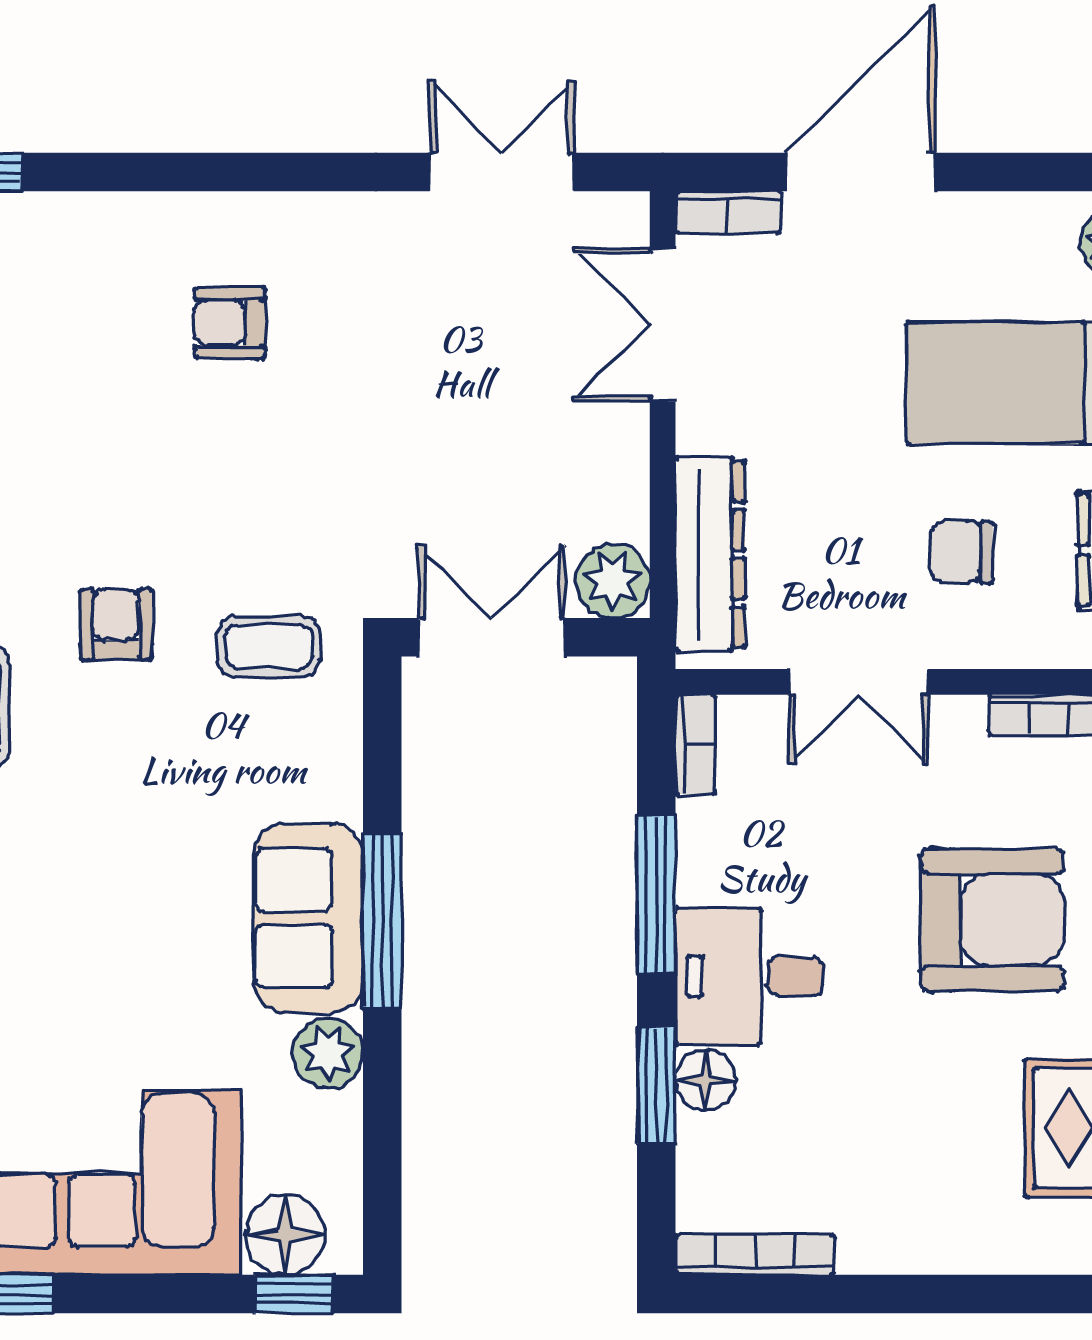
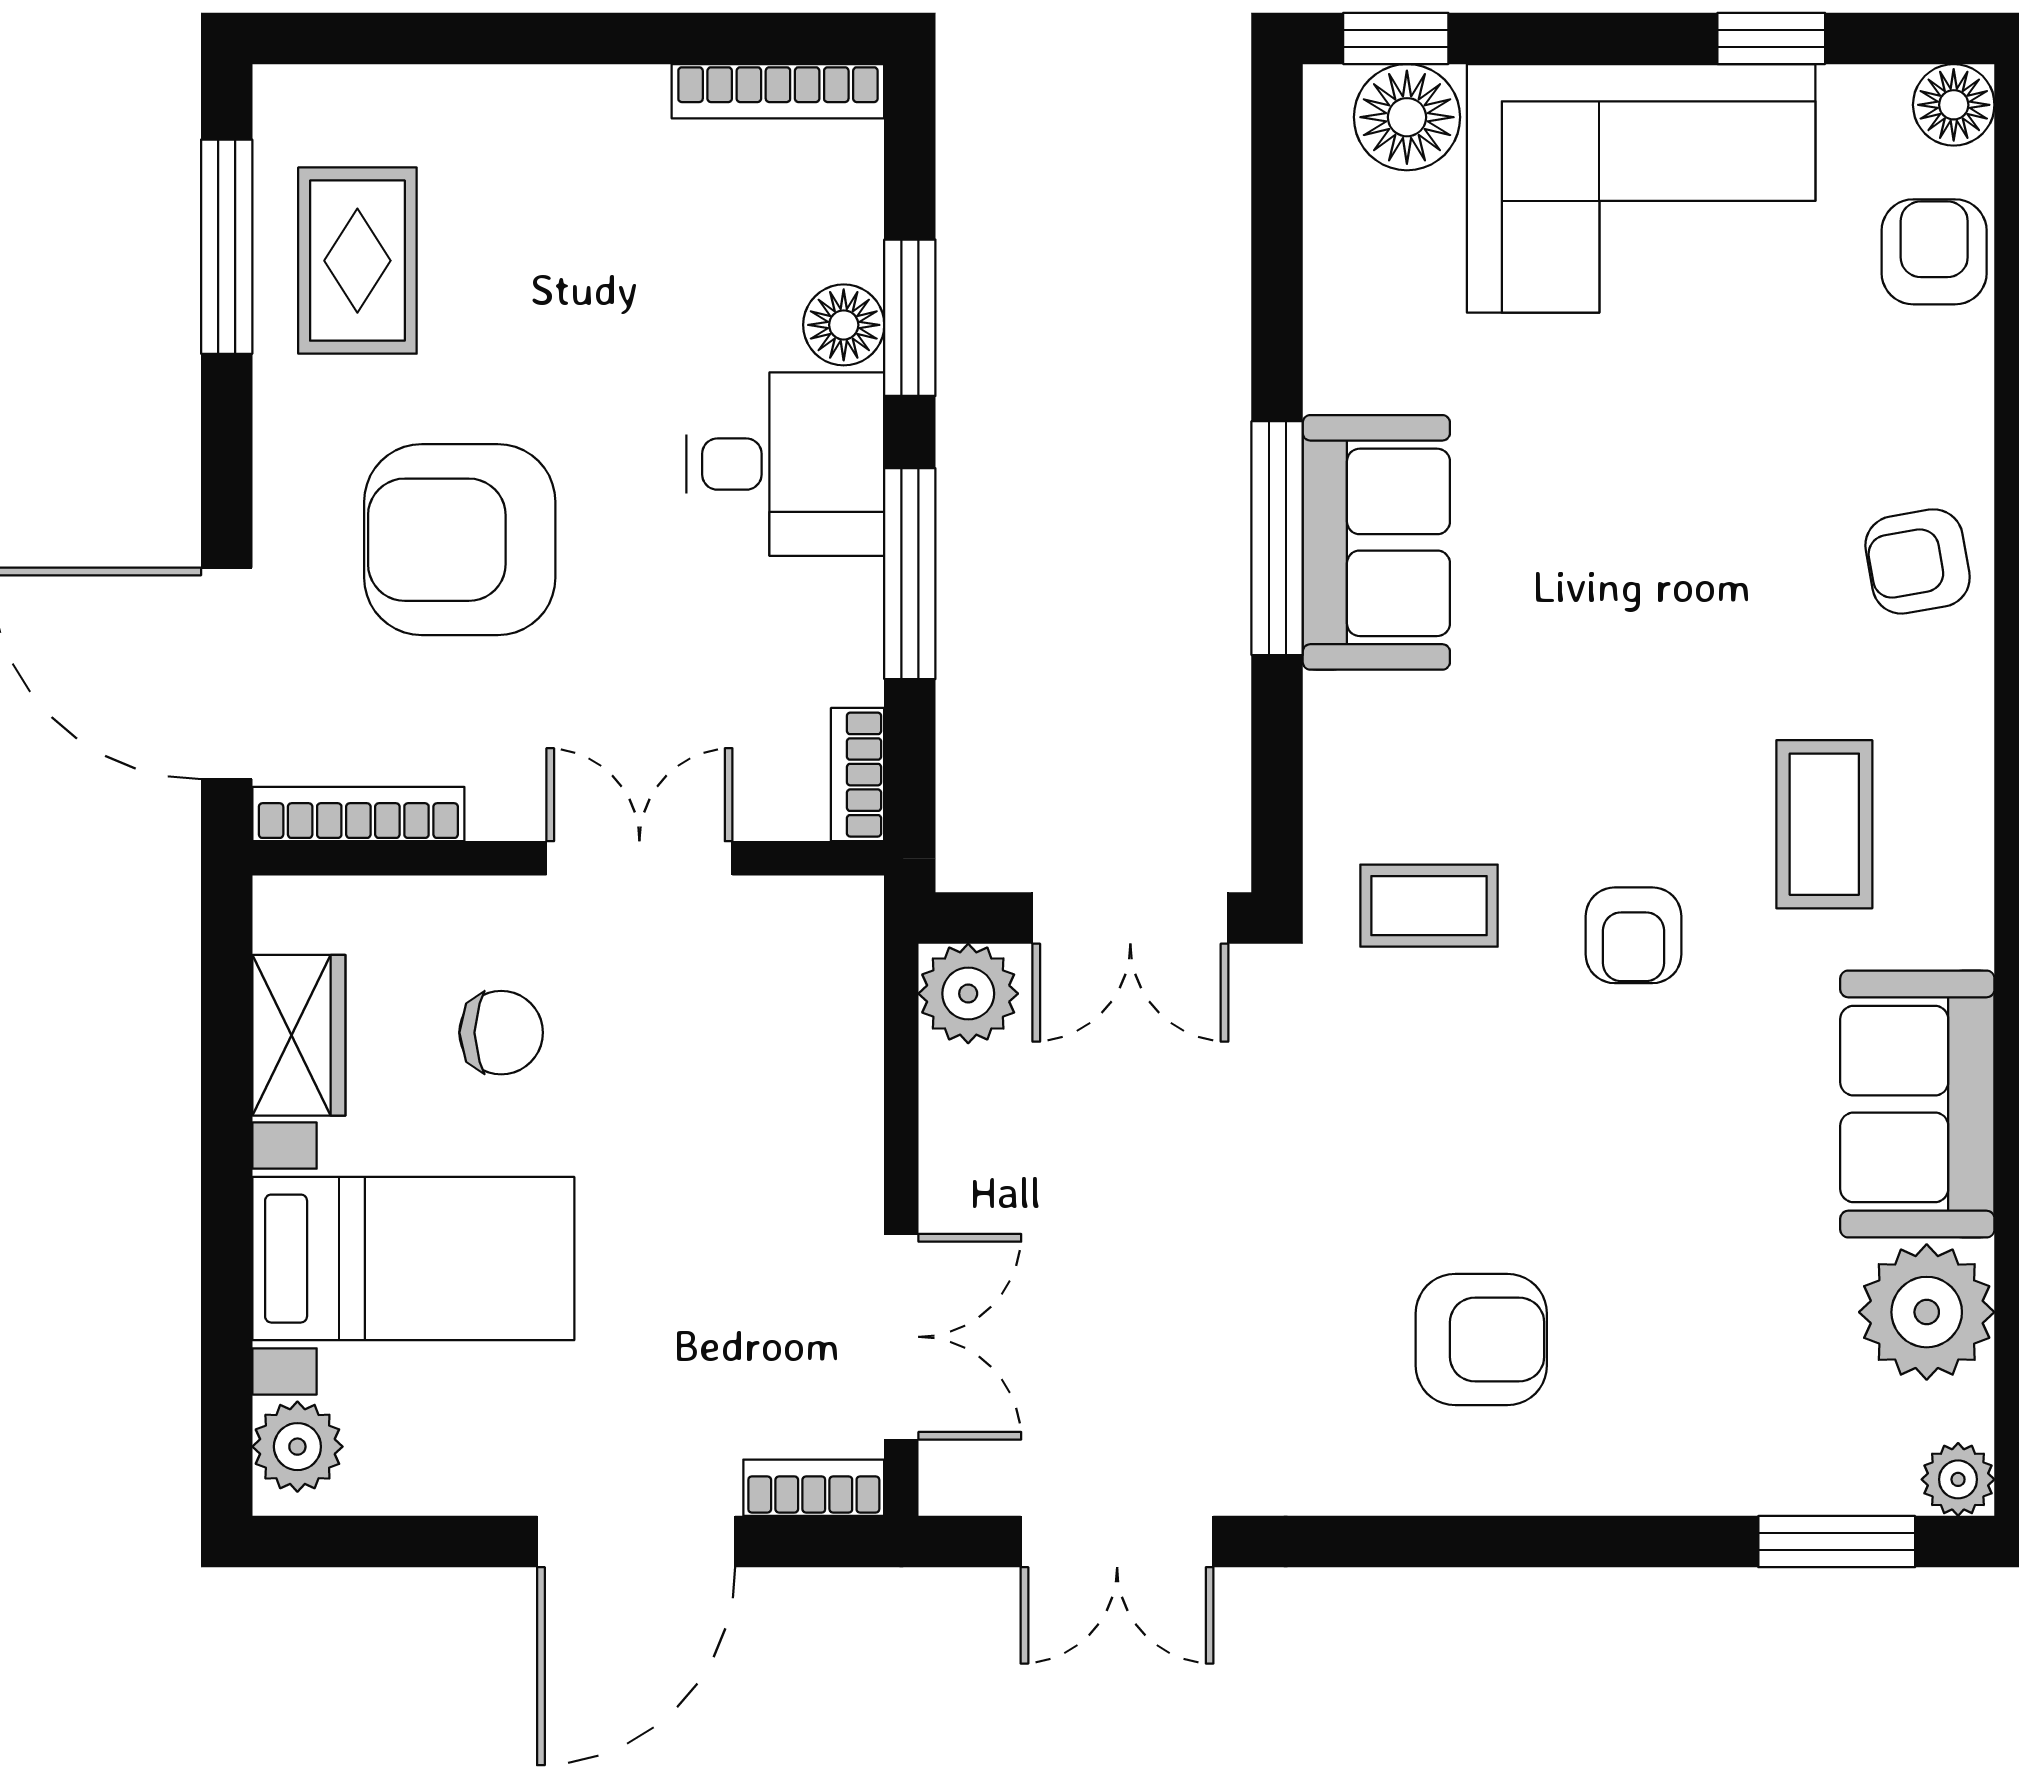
armchair: (230, 323) -> (1481, 1340), width x1.38, depth x1.38
dresser: (710, 554) -> (838, 1029), removed
plant: (328, 1053) -> (1350, 361), removed

